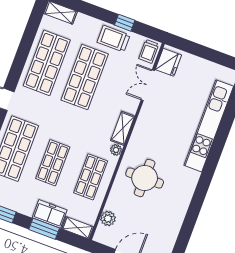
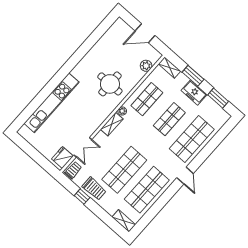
freezer: (50, 214) -> (194, 92), moved

